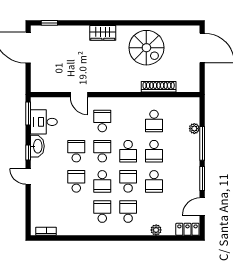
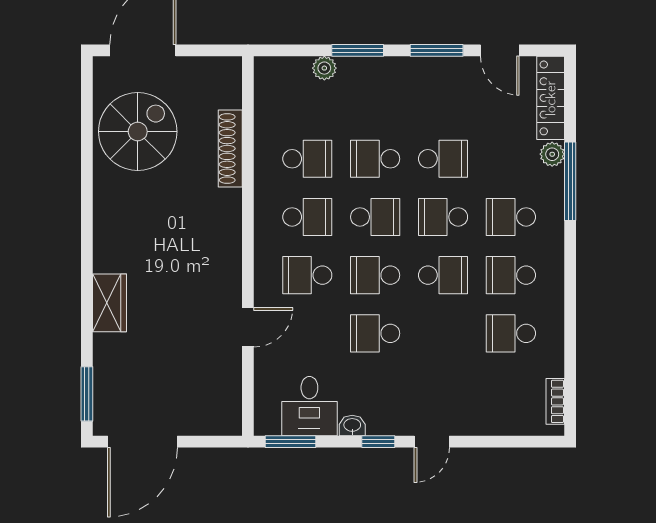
window: (49, 23) -> (87, 394), width x1.50
wardrobe: (103, 33) -> (109, 303), moved
spiral stairs: (146, 48) -> (138, 132), moved
school desk: (128, 121) -> (307, 217), added
window: (202, 143) -> (358, 50), width x0.69
washbasin: (37, 146) -> (352, 426), width x0.52, depth x0.69
school desk: (154, 151) -> (375, 159), turned 180
school desk: (76, 181) -> (511, 333), moved
locker: (187, 229) -> (551, 98), width x1.53
window: (144, 238) -> (570, 181), added

